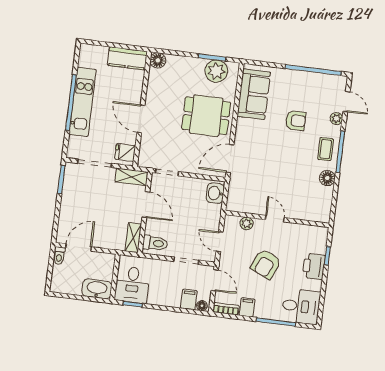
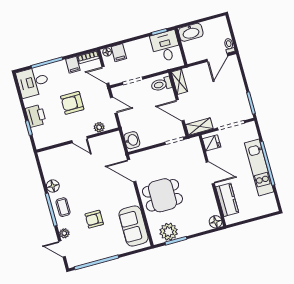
kitchen counter: (127, 58) -> (227, 200), moved, turned 90
door: (230, 158) -> (132, 171), swing flipped
armchair: (266, 264) -> (72, 103), turned -114

